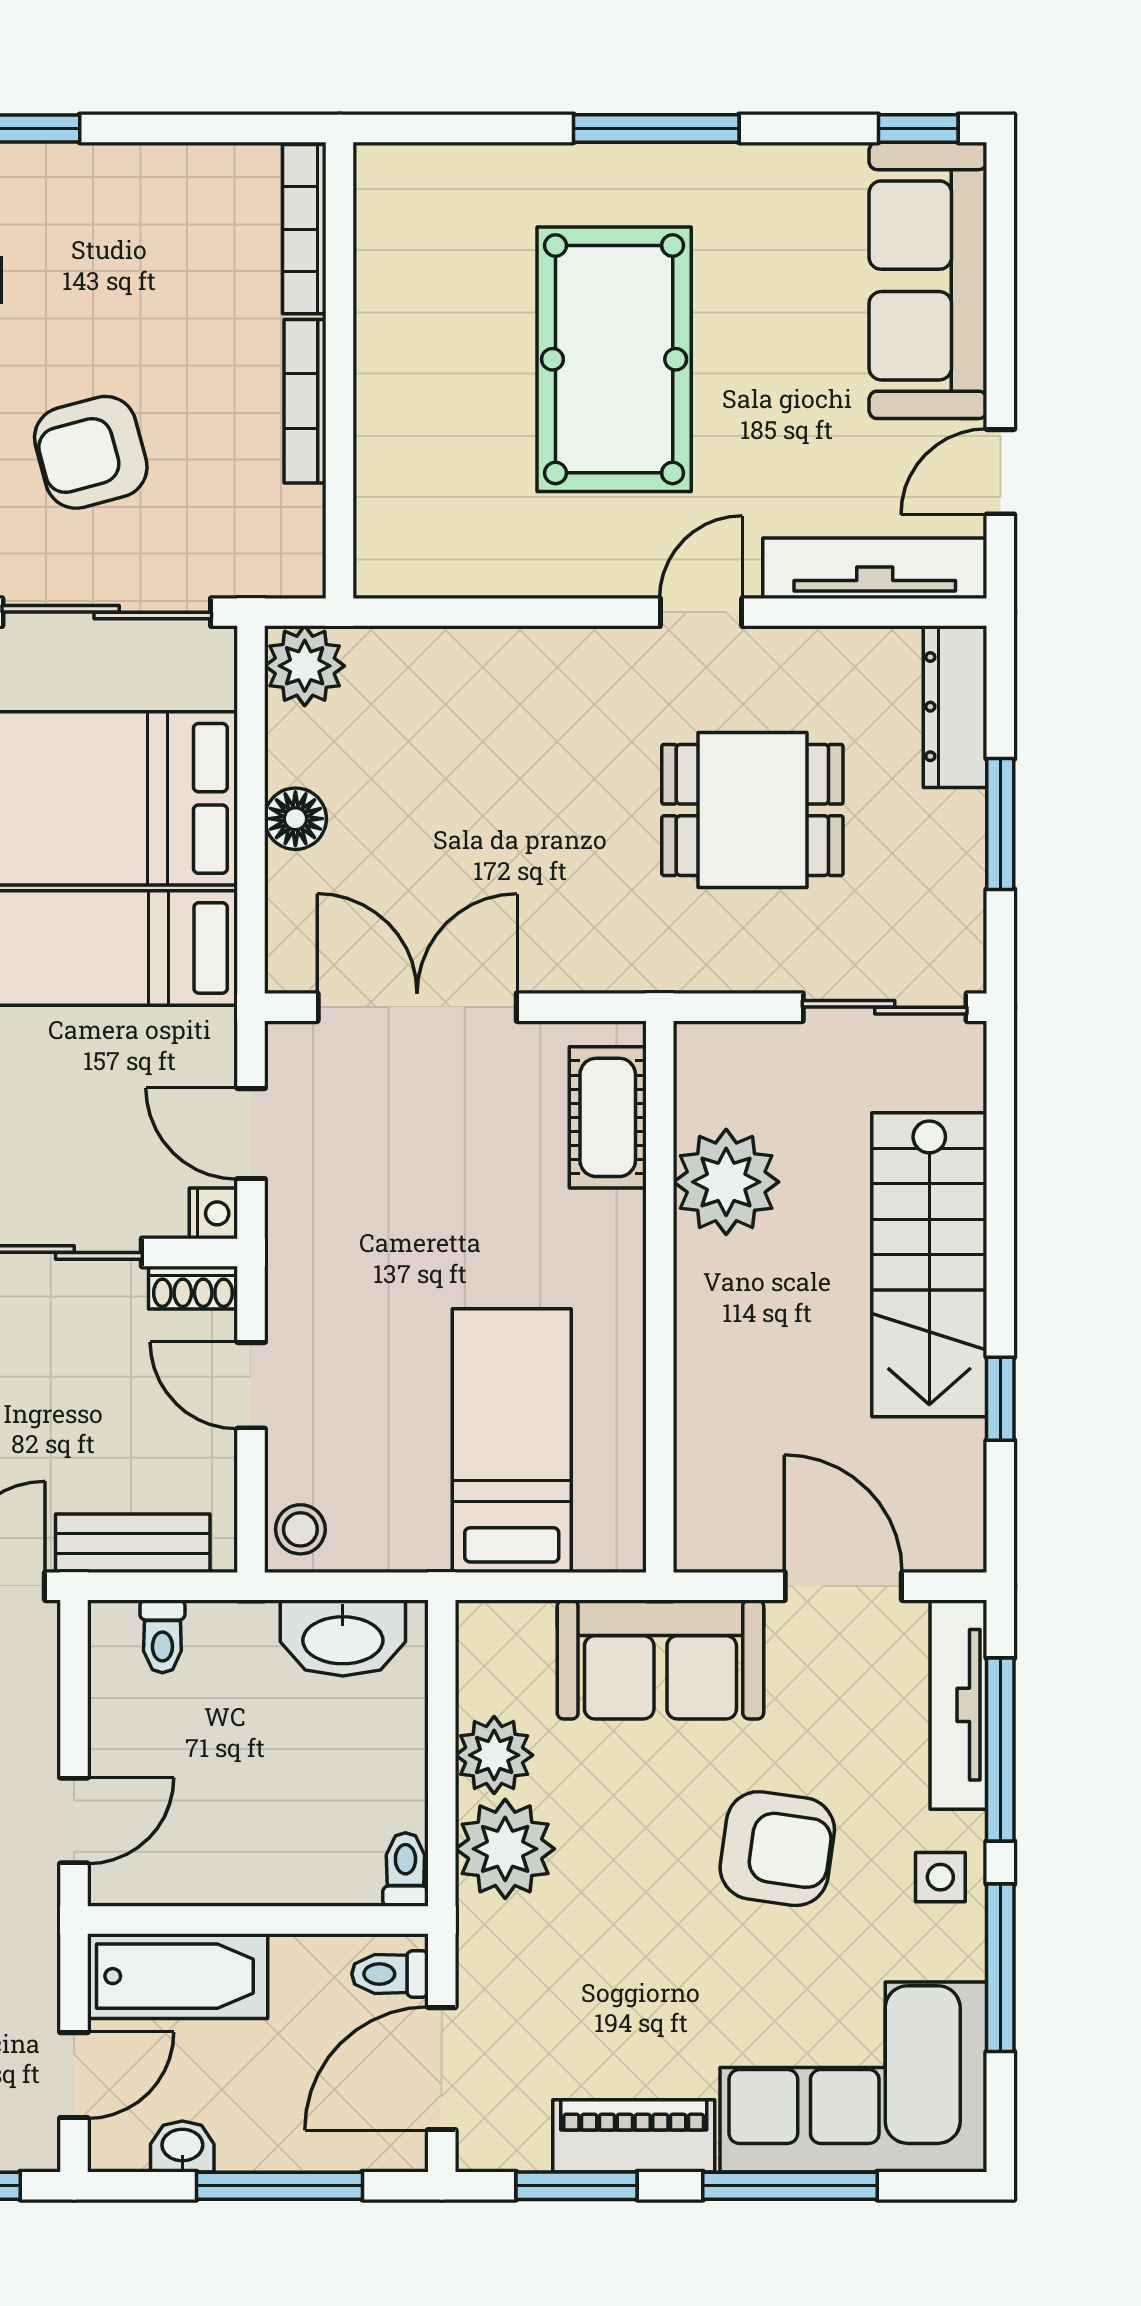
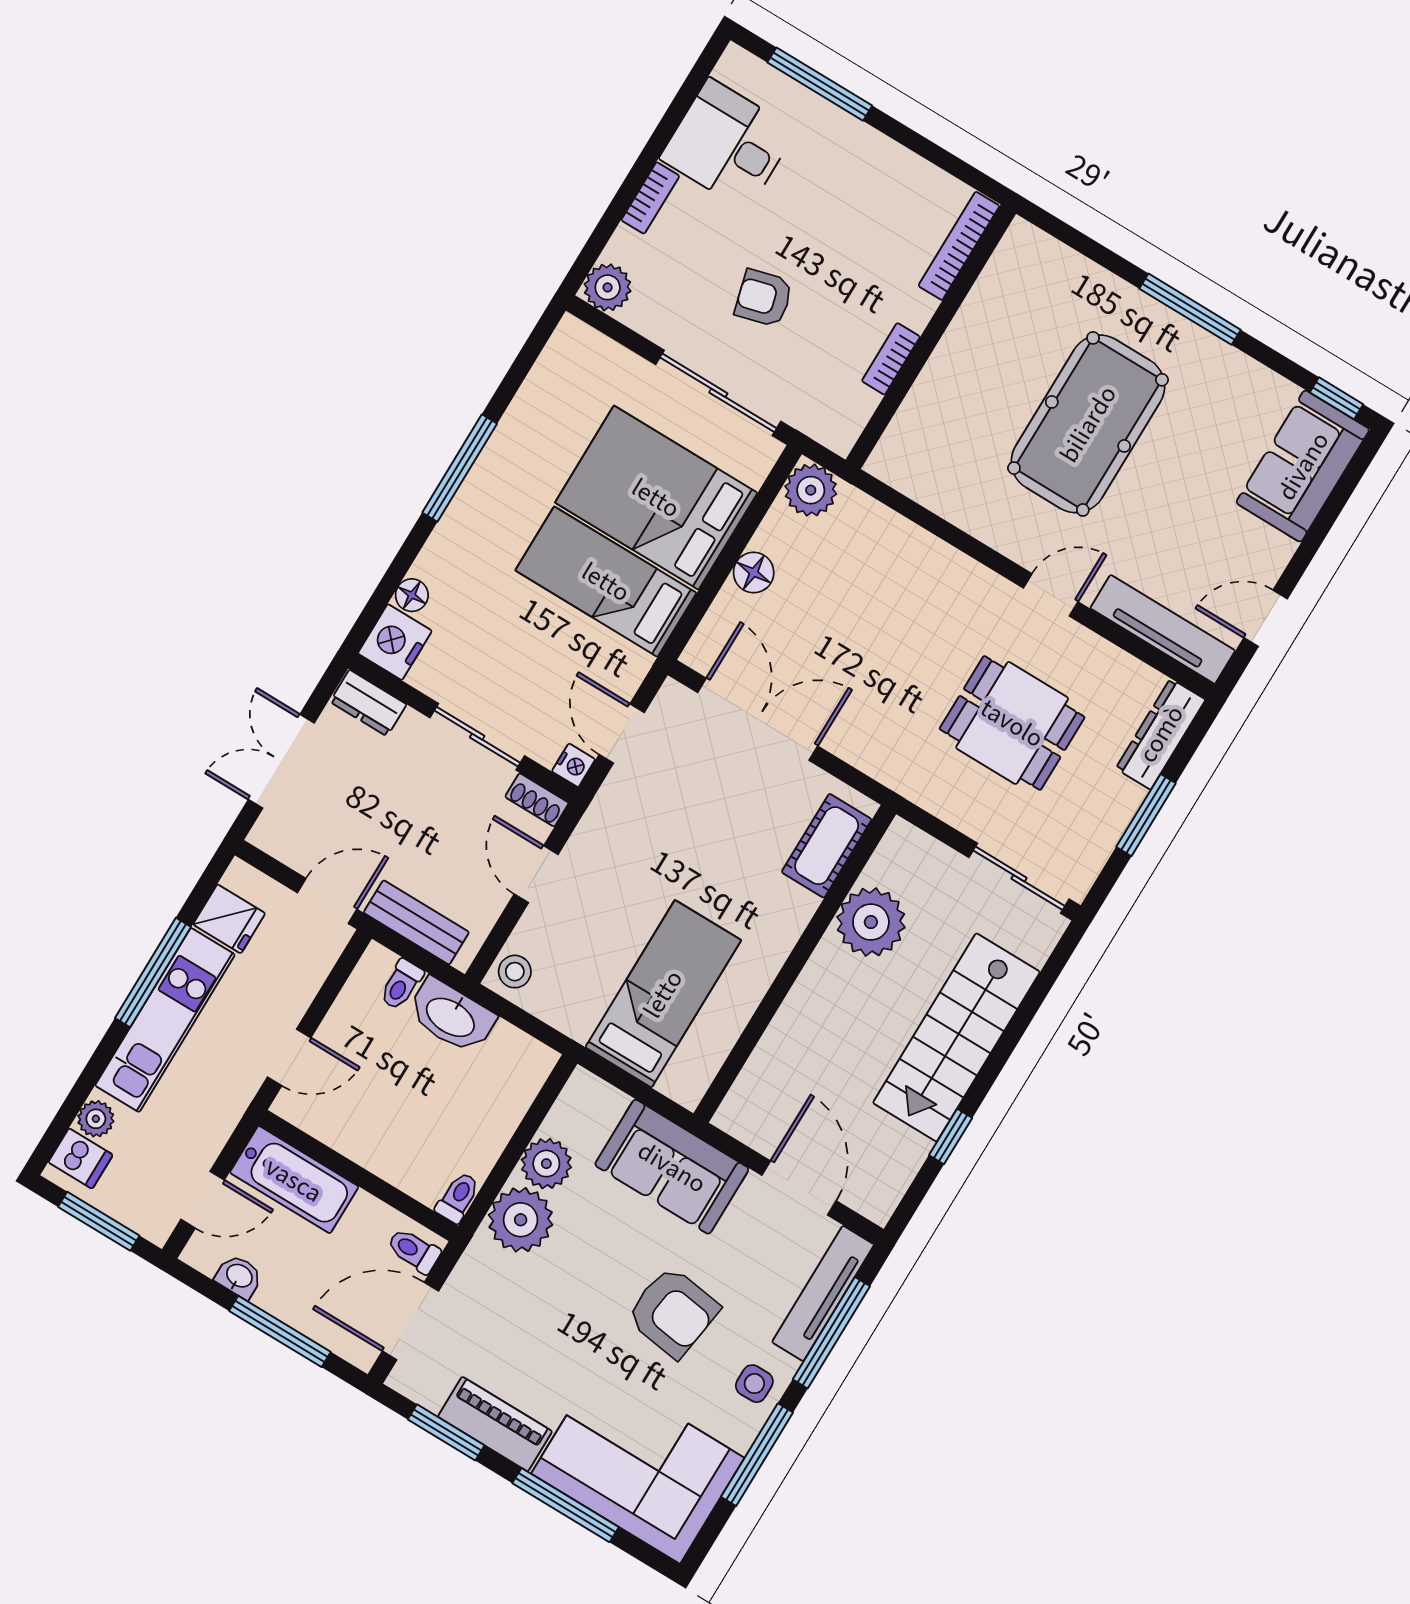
sofa: (928, 280) -> (1303, 466), width x0.73
bookcase: (305, 401) -> (891, 359), width x0.64
armchair: (91, 452) -> (764, 298), width x0.72, depth x0.72
washbasin: (343, 1638) -> (451, 1016), moved

